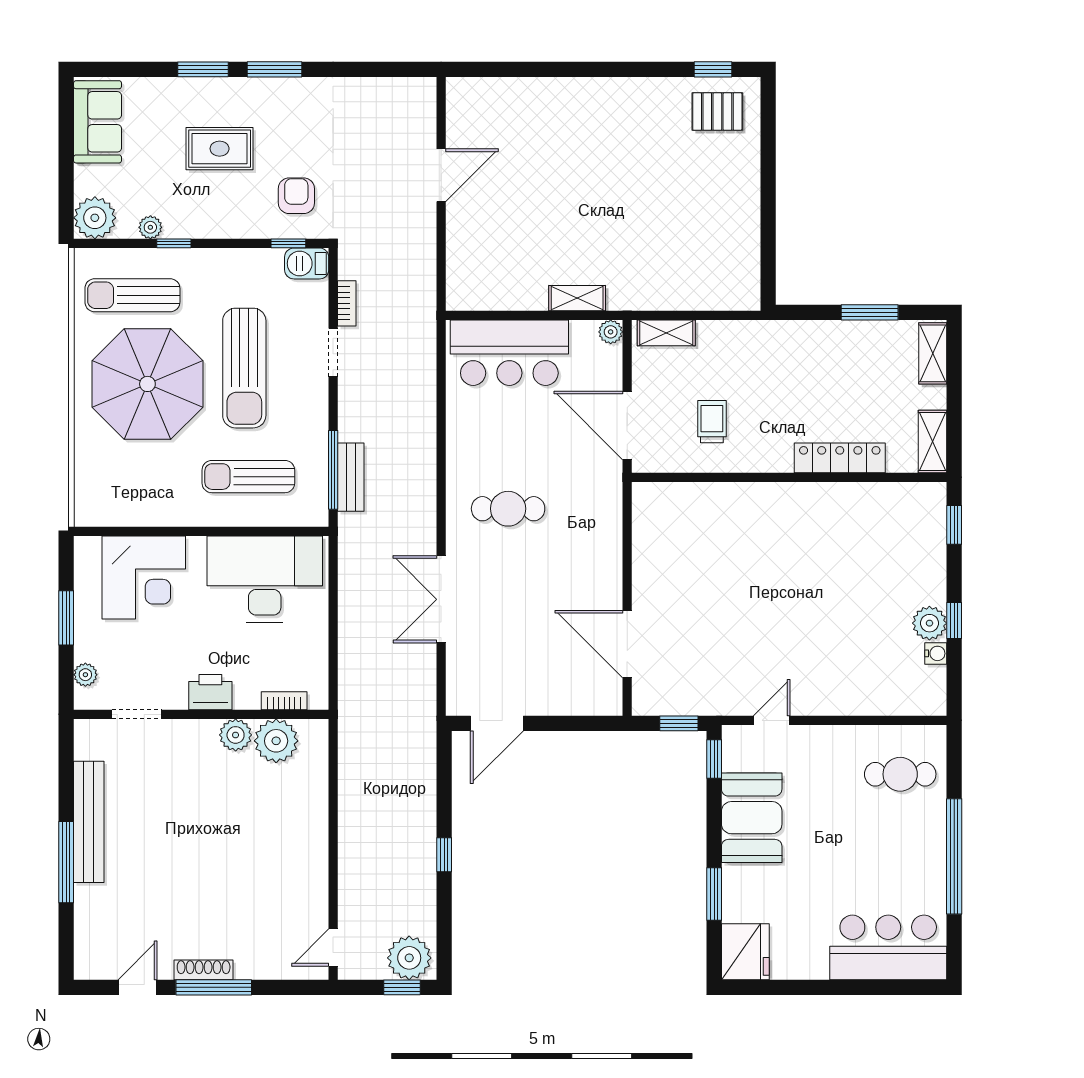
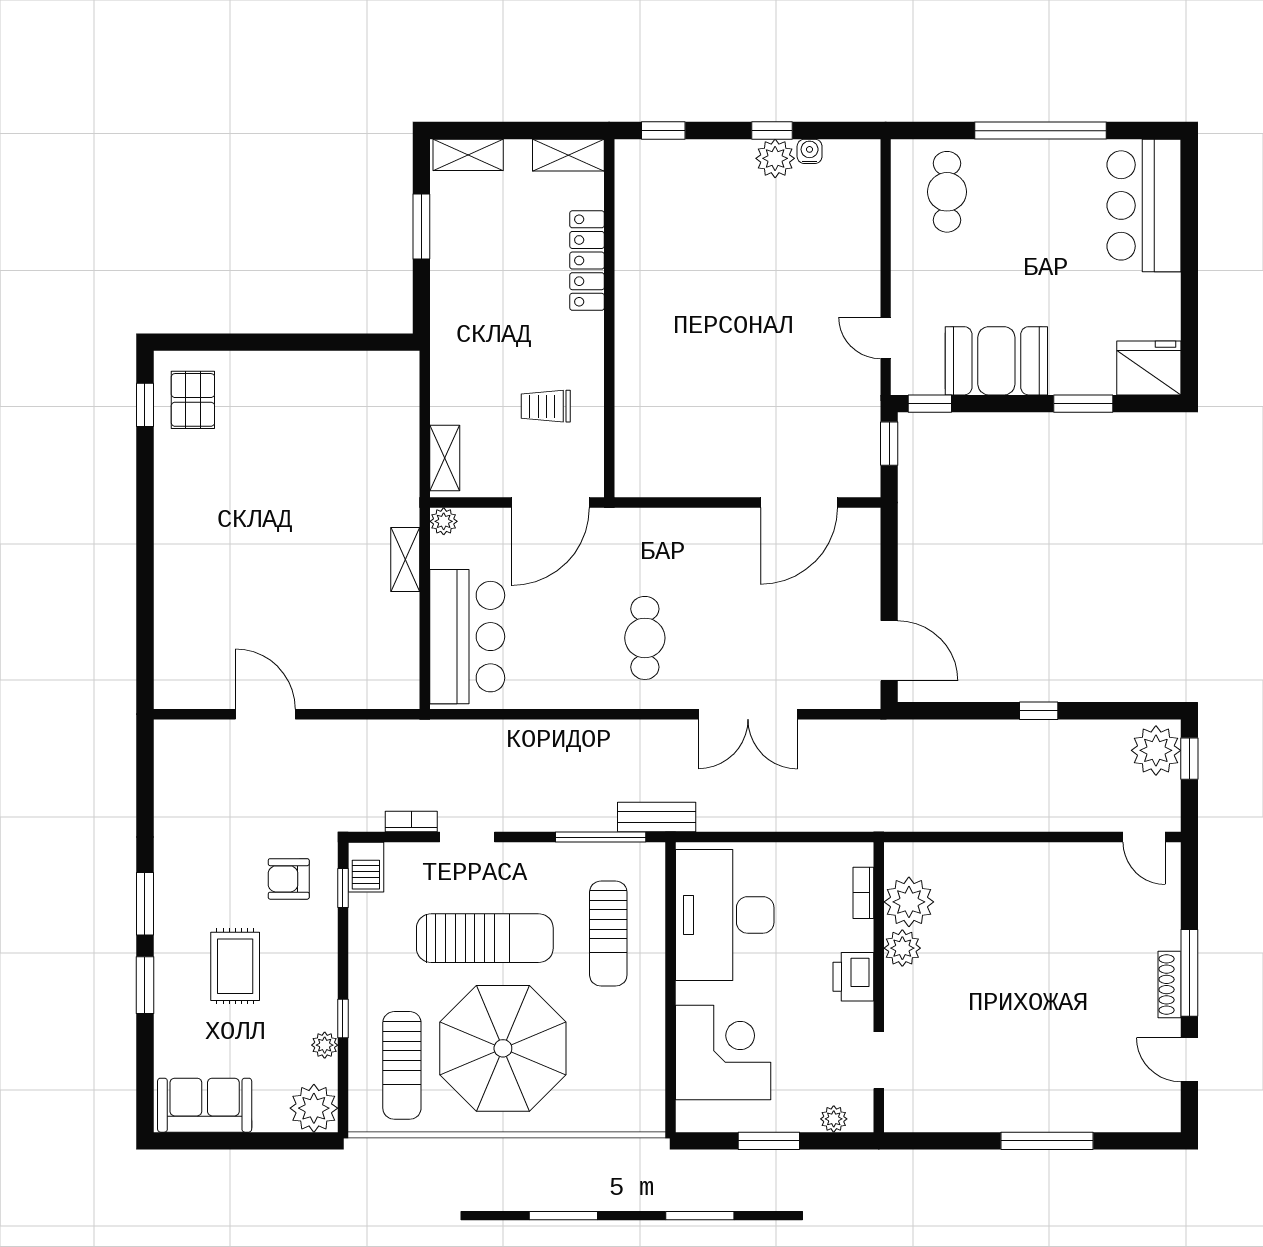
bench: (351, 477) -> (657, 817), moved
bench: (89, 822) -> (1001, 1115), removed

